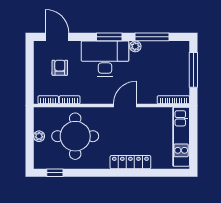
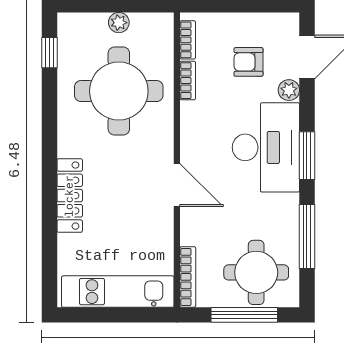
plant: (135, 46) -> (289, 90), moved
round table: (171, 64) -> (256, 272), added
armchair: (60, 68) -> (248, 62), turned 180

